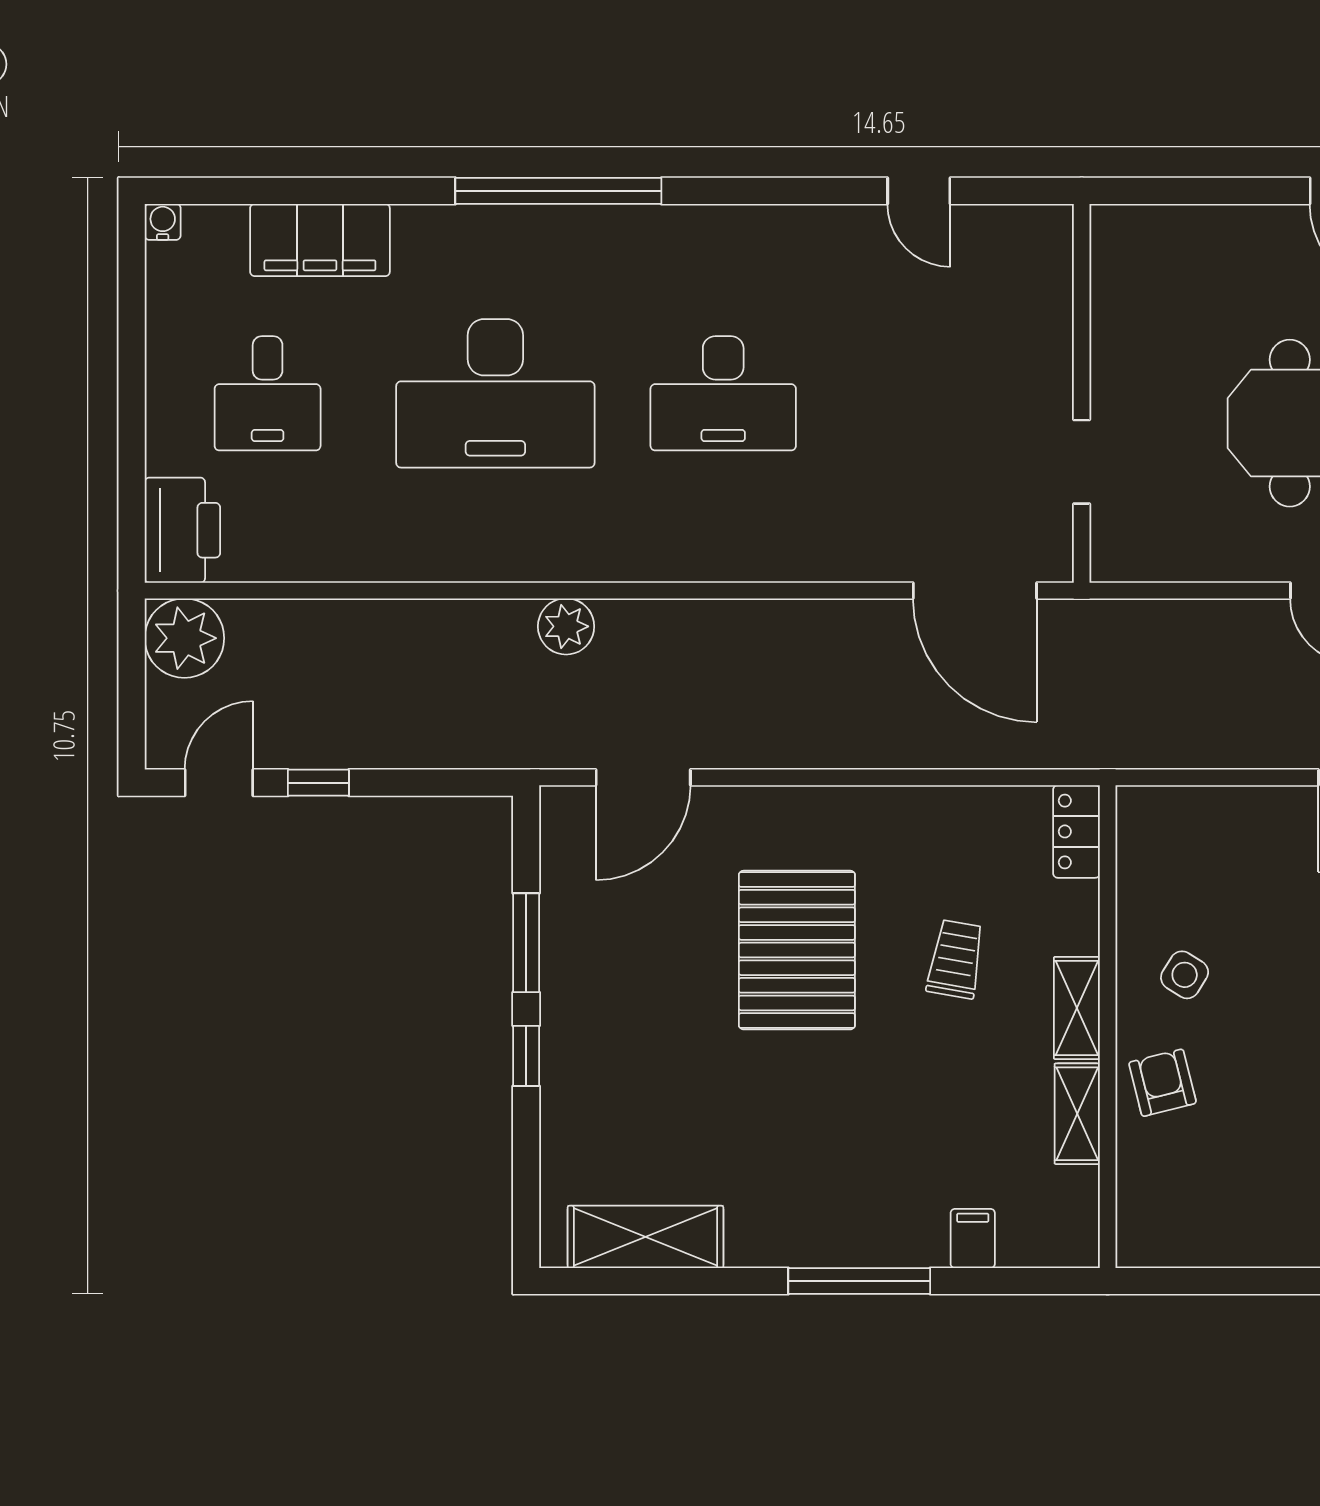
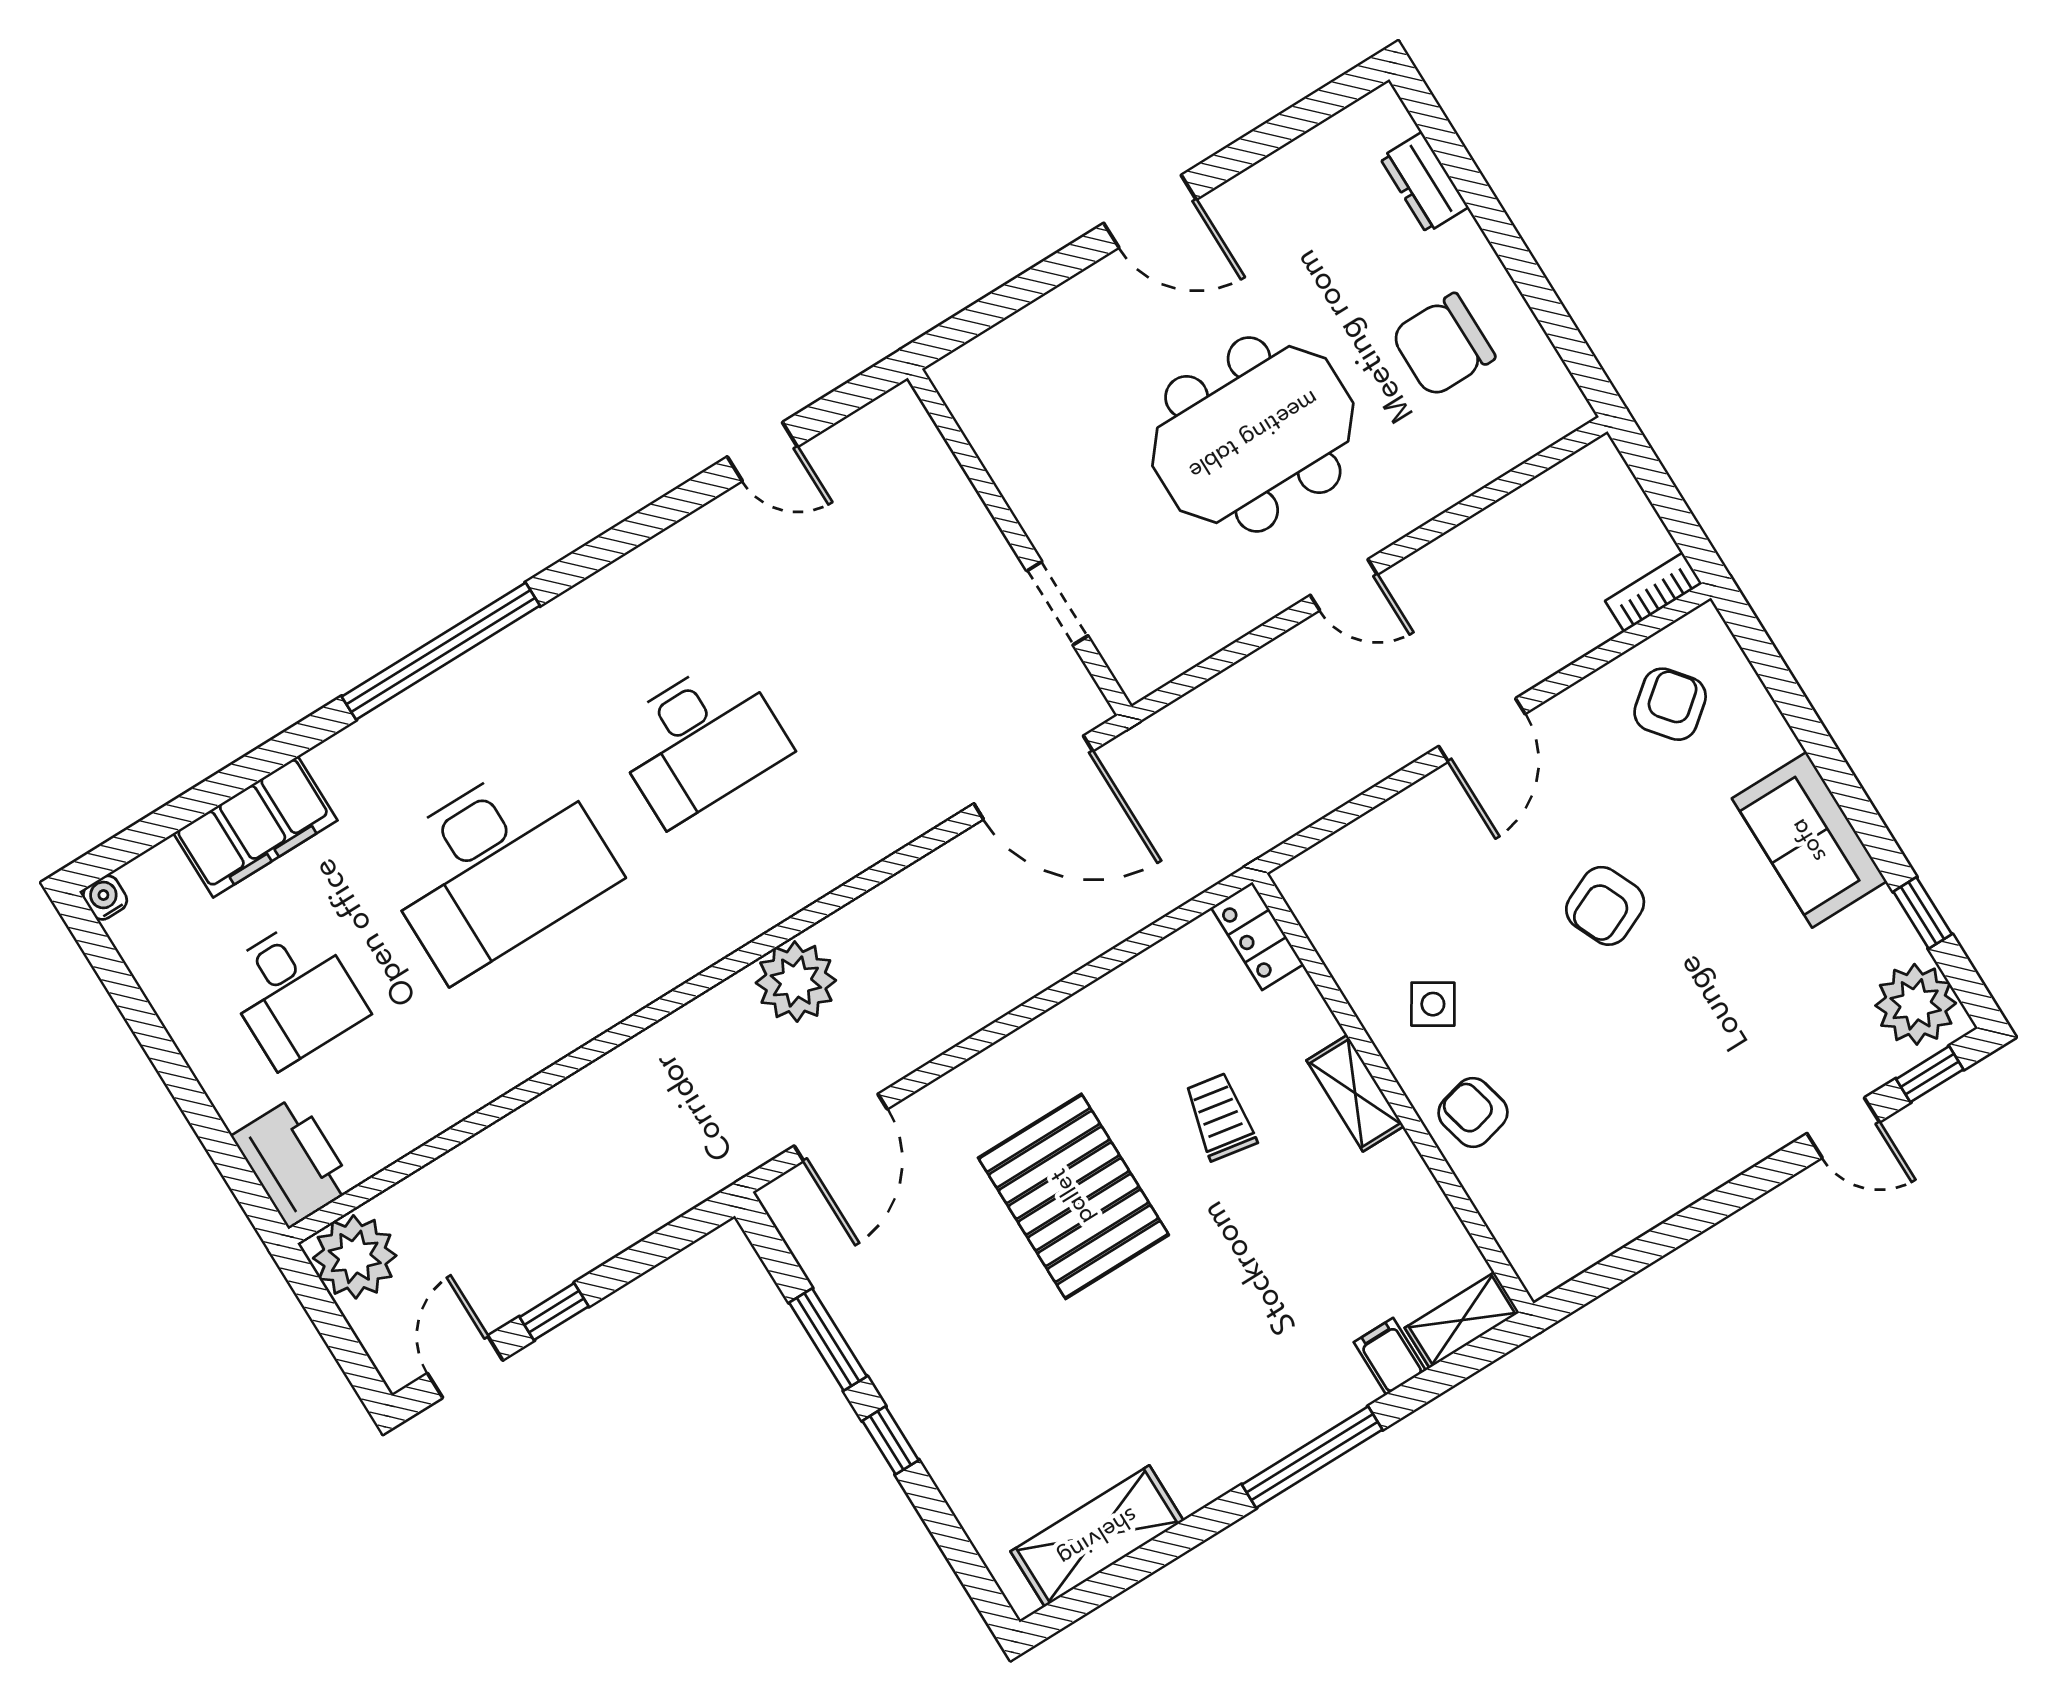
plant: (566, 626) -> (796, 982), moved, width x1.36, depth x1.36
shelving: (1077, 1114) -> (1462, 1320), moved, turned 90

